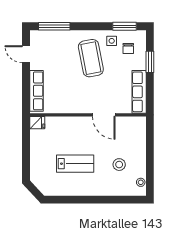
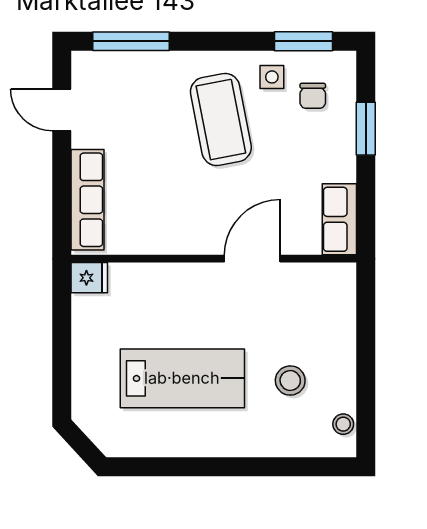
row of seats: (139, 92) -> (339, 219), width x0.68
door: (104, 115) -> (252, 259), swing flipped
lab bench: (75, 164) -> (182, 378), width x1.36, depth x1.39

